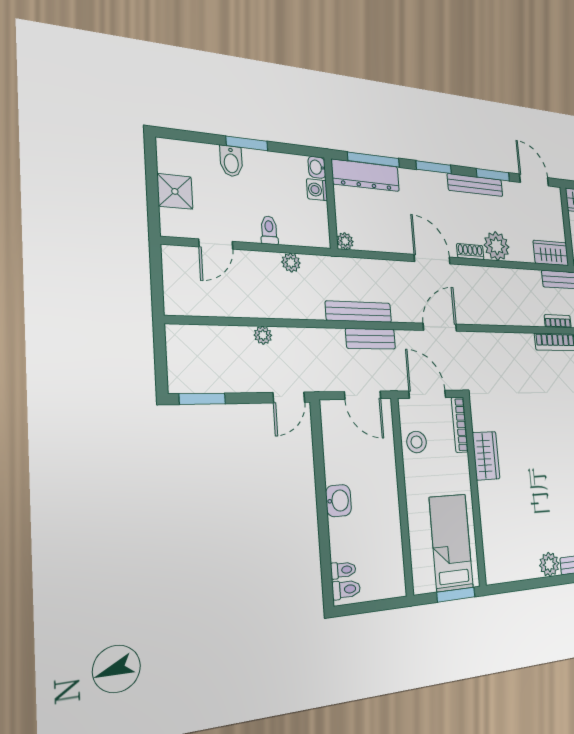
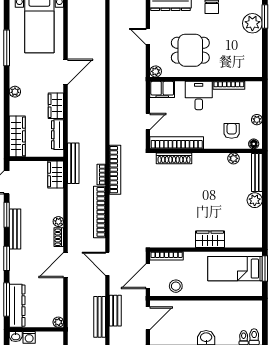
plant: (497, 246) -> (58, 222), width x0.53, depth x0.53
bookcase: (510, 317) -> (99, 212), added
wardrobe: (486, 456) -> (210, 239), moved

